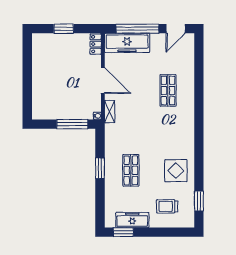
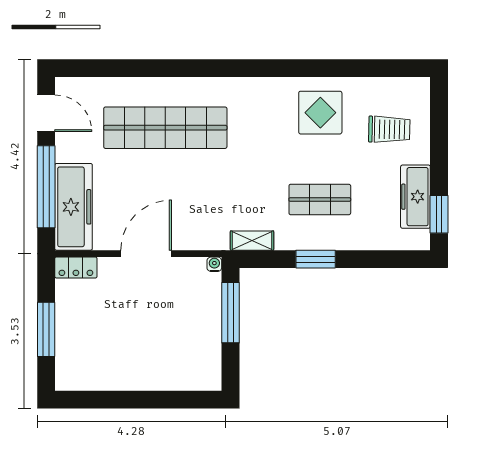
window: (64, 29) -> (46, 329), width x1.44
shop shelf: (168, 90) -> (165, 128), width x2.00, depth x1.36
shelving: (110, 112) -> (252, 241), moved
window: (199, 201) -> (379, 68), removed
trolley: (167, 206) -> (389, 129), turned -89

